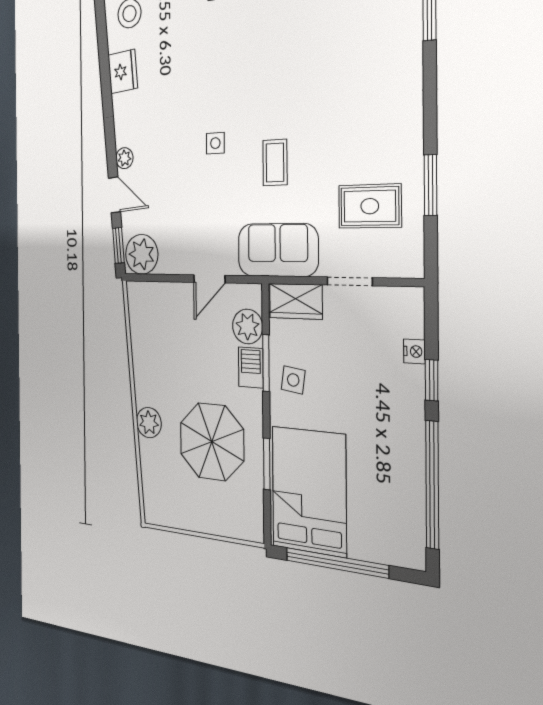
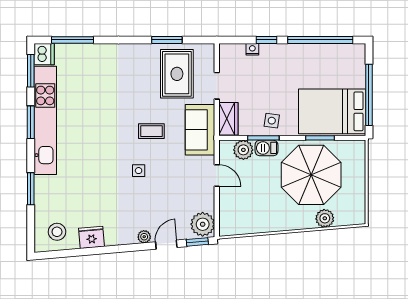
rug: (370, 206) -> (177, 74), width x1.36, depth x1.43
plant: (149, 423) -> (325, 218), moved
parasol: (212, 442) -> (311, 175), width x1.36, depth x1.36

